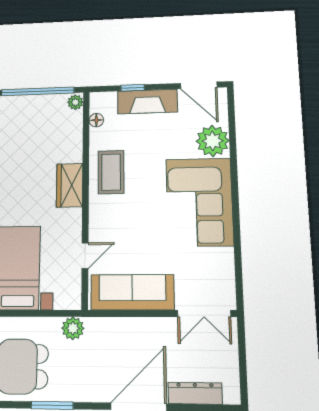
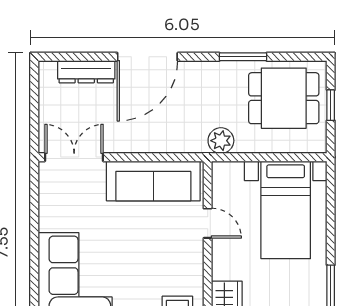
door: (85, 256) -> (208, 223), swing flipped

